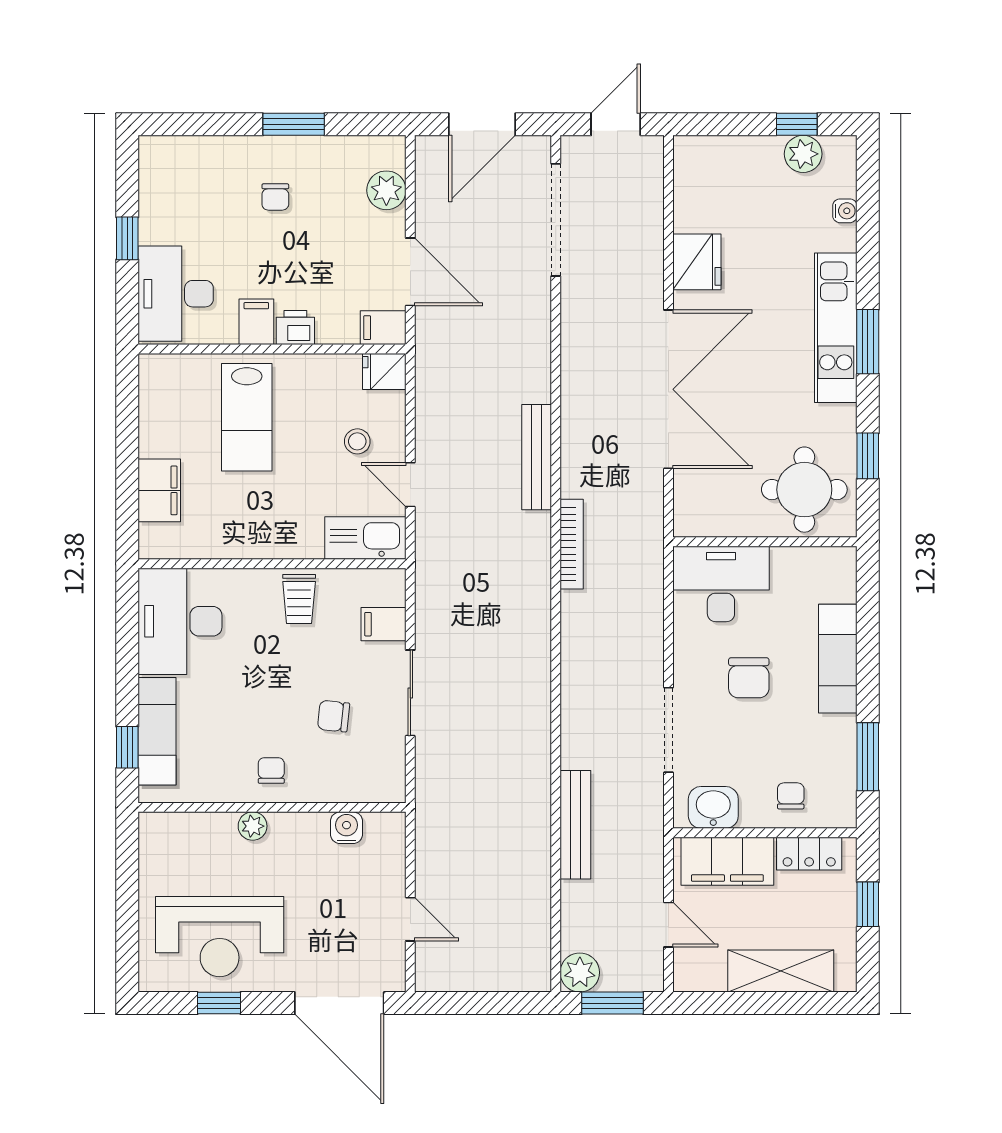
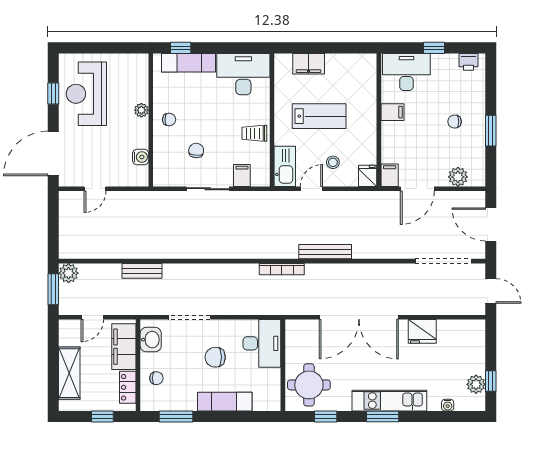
printer: (295, 328) -> (468, 62), moved, turned 90
lab bench: (247, 417) -> (319, 116), moved, turned 180
bench: (575, 825) -> (142, 271), width x0.73

